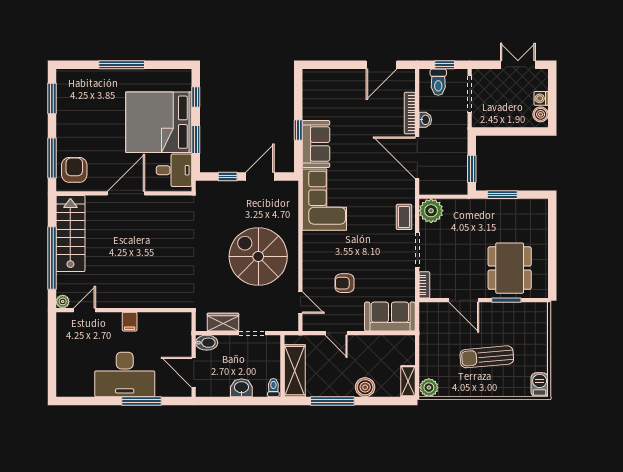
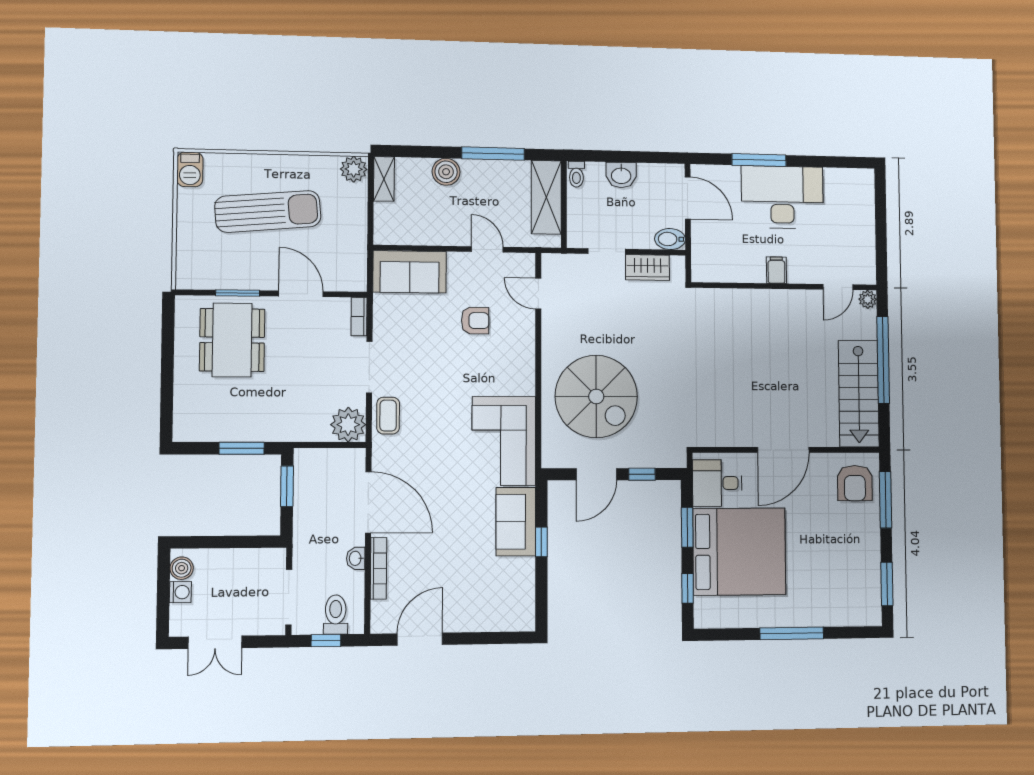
spiral stairs: (258, 256) -> (596, 396), moved
sun lounger: (487, 357) -> (268, 211), width x1.36, depth x1.34

